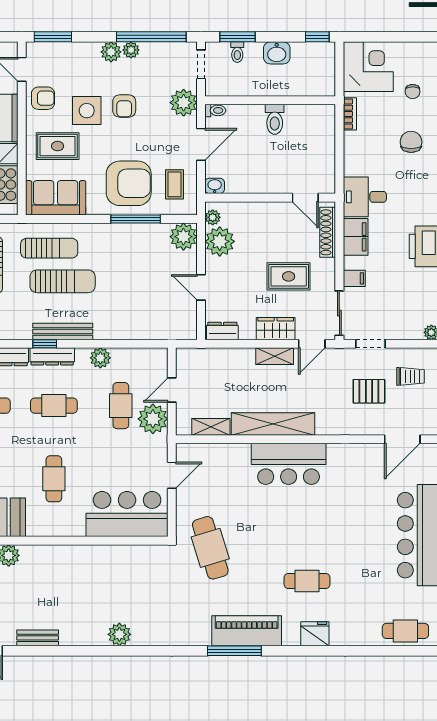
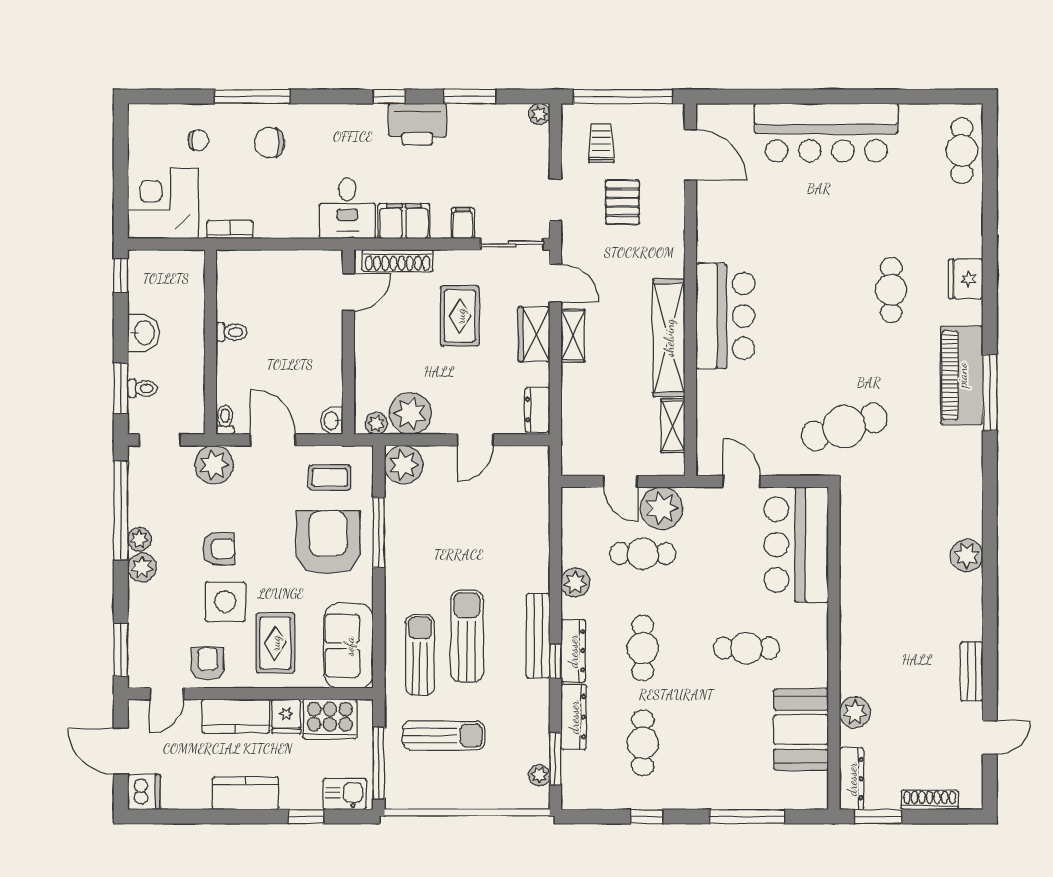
toilet: (275, 119) -> (231, 332), width x0.73, depth x0.72

